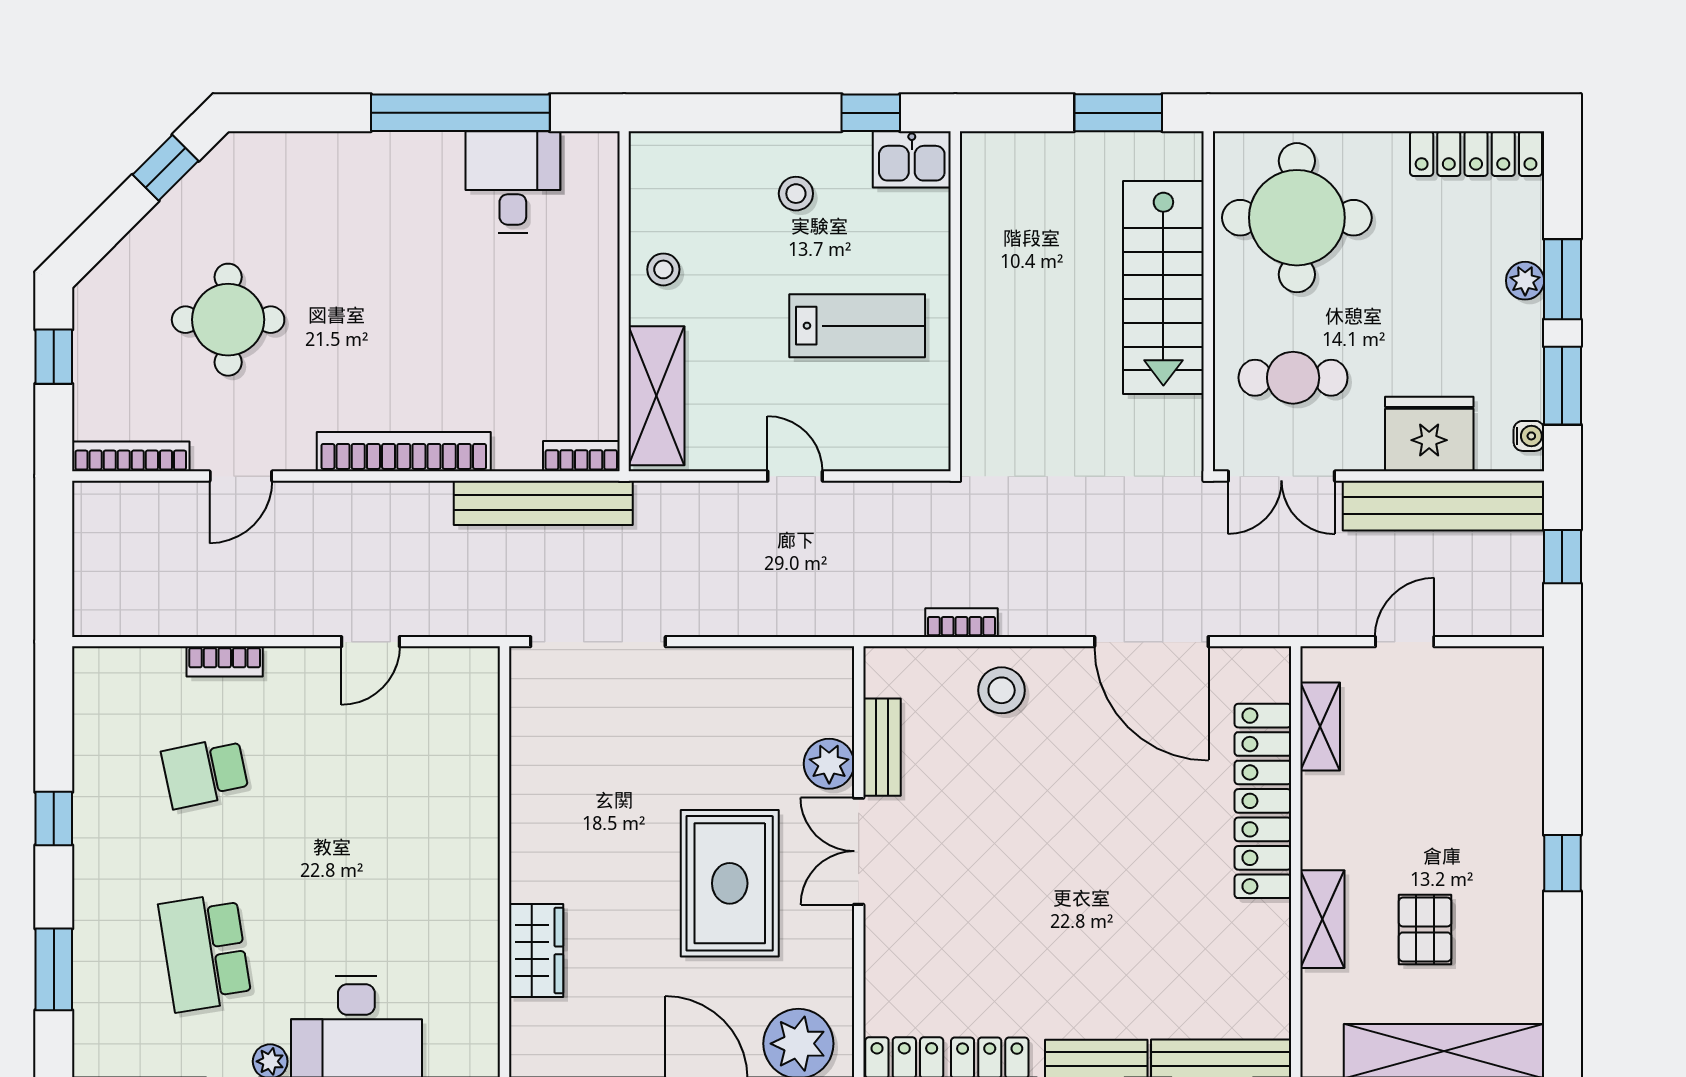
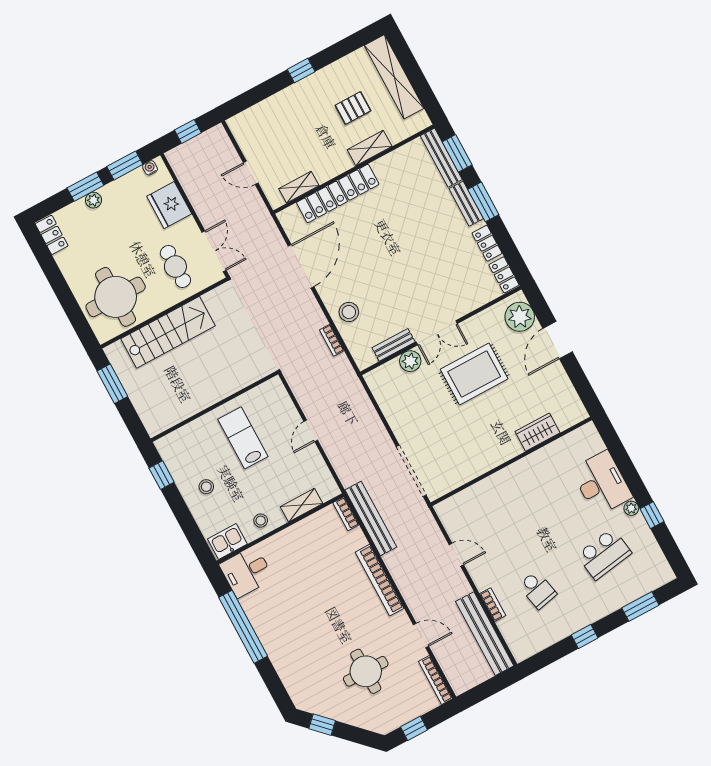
locker: (1476, 154) -> (52, 235), width x0.66
kitchen sink: (912, 159) -> (227, 542), moved, turned -90
desk: (513, 182) -> (246, 572), moved
shelving: (657, 396) -> (301, 505), width x0.67, depth x0.75
bench: (1444, 506) -> (485, 634), moved

